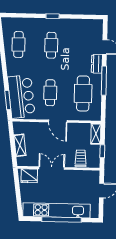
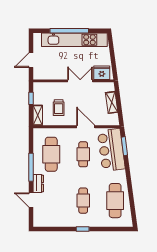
cafe table: (18, 44) -> (115, 201), width x1.37, depth x1.35
door: (58, 121) -> (86, 127), moved
trolley: (81, 158) -> (59, 108), moved
double door: (52, 168) -> (80, 81), swing flipped

